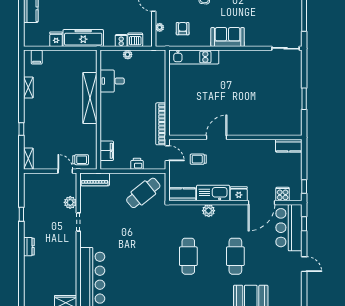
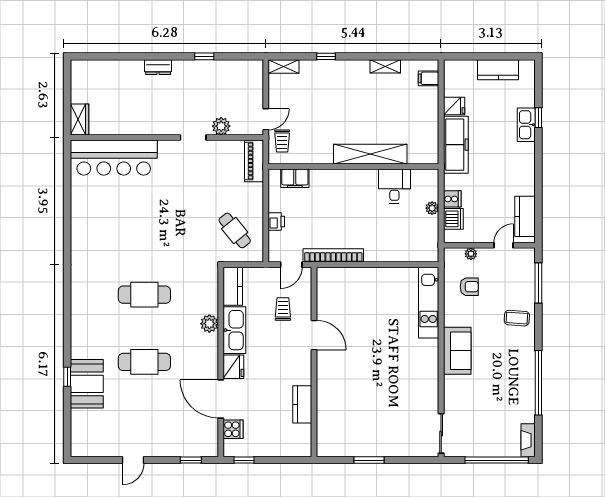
kitchen counter: (289, 146) -> (302, 404), moved
cafe table: (143, 193) -> (235, 230), width x0.73, depth x0.74
bar counter: (289, 228) -> (185, 438), removed

